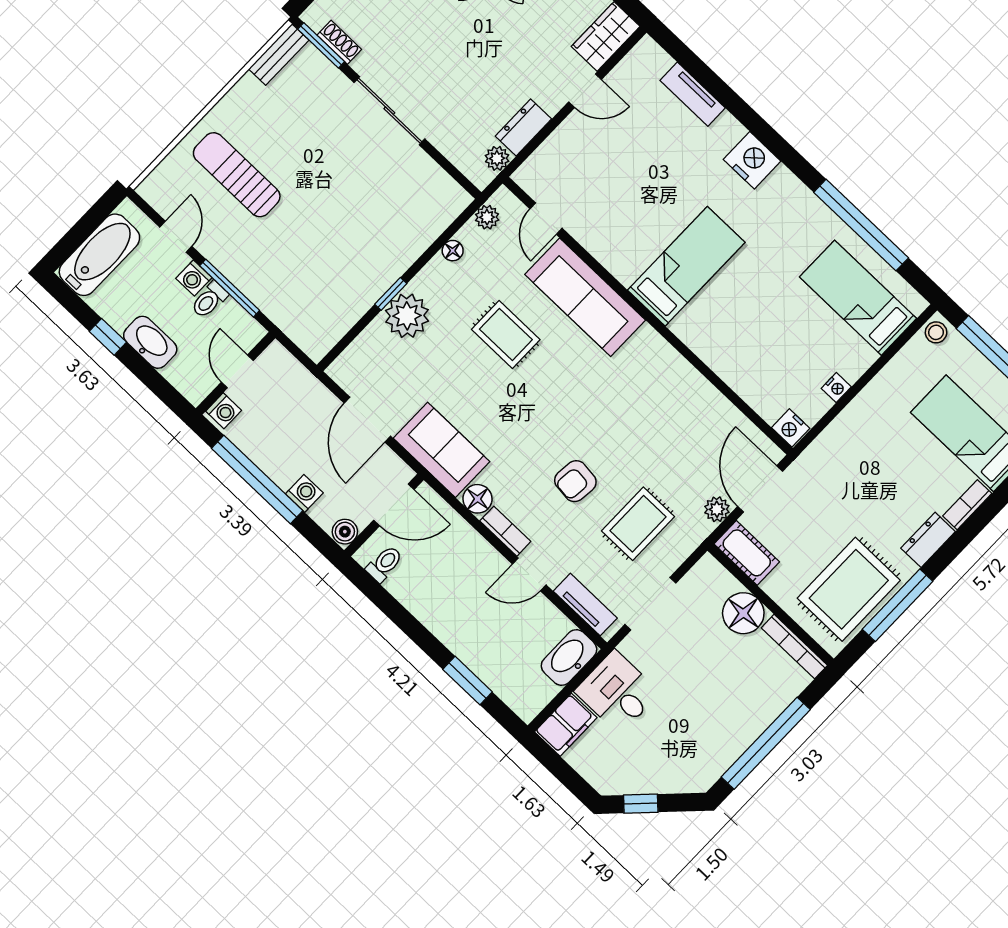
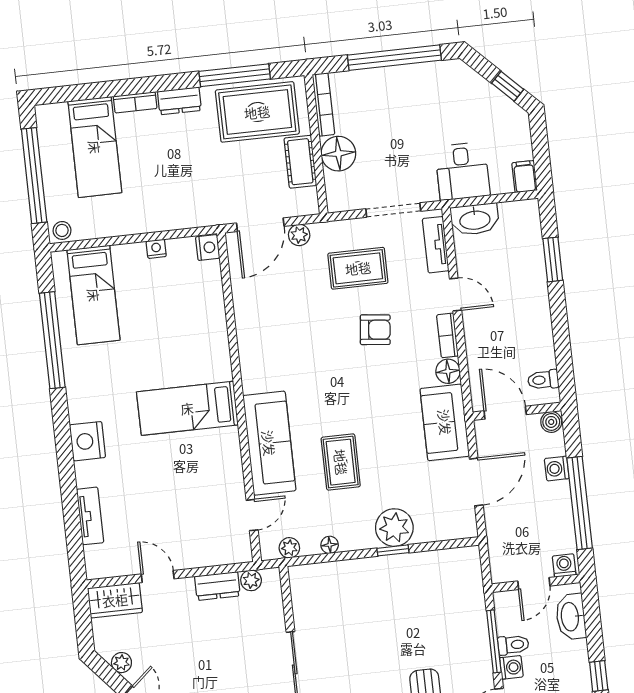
washbasin: (150, 342) -> (571, 617), moved
cot: (747, 553) -> (300, 162), moved
filing cabinet: (566, 725) -> (525, 177), width x0.50

